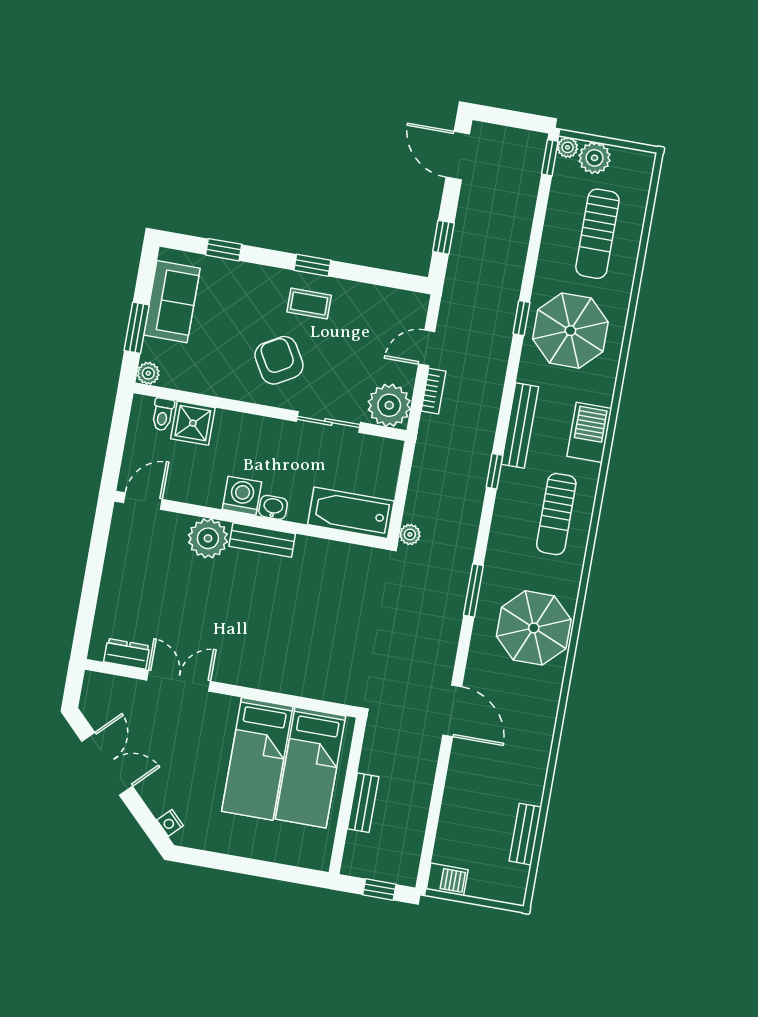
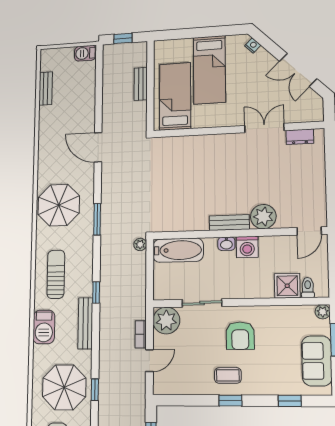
armchair: (279, 360) -> (240, 336), turned 30
double door: (179, 681) -> (264, 128), swing flipped
bed: (257, 759) -> (209, 70), moved, turned 180

